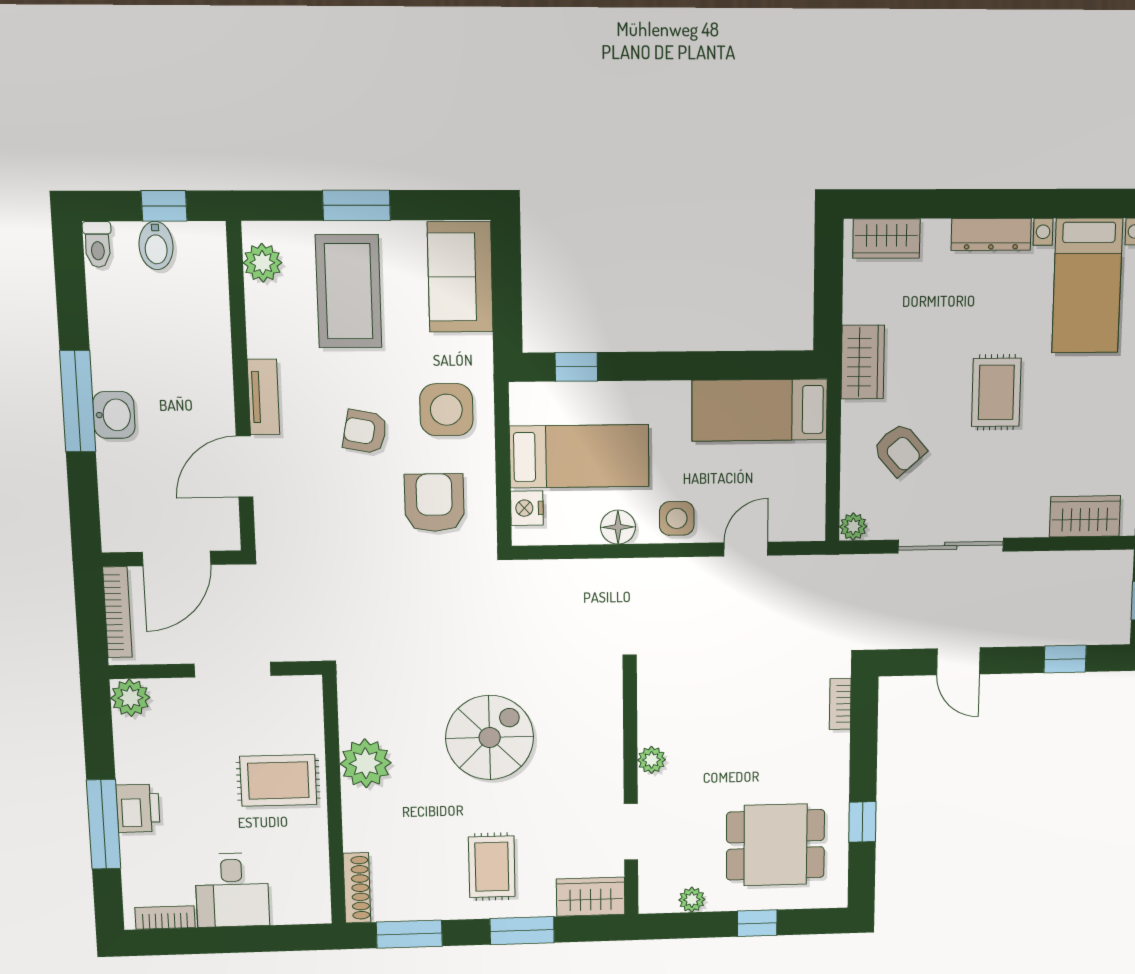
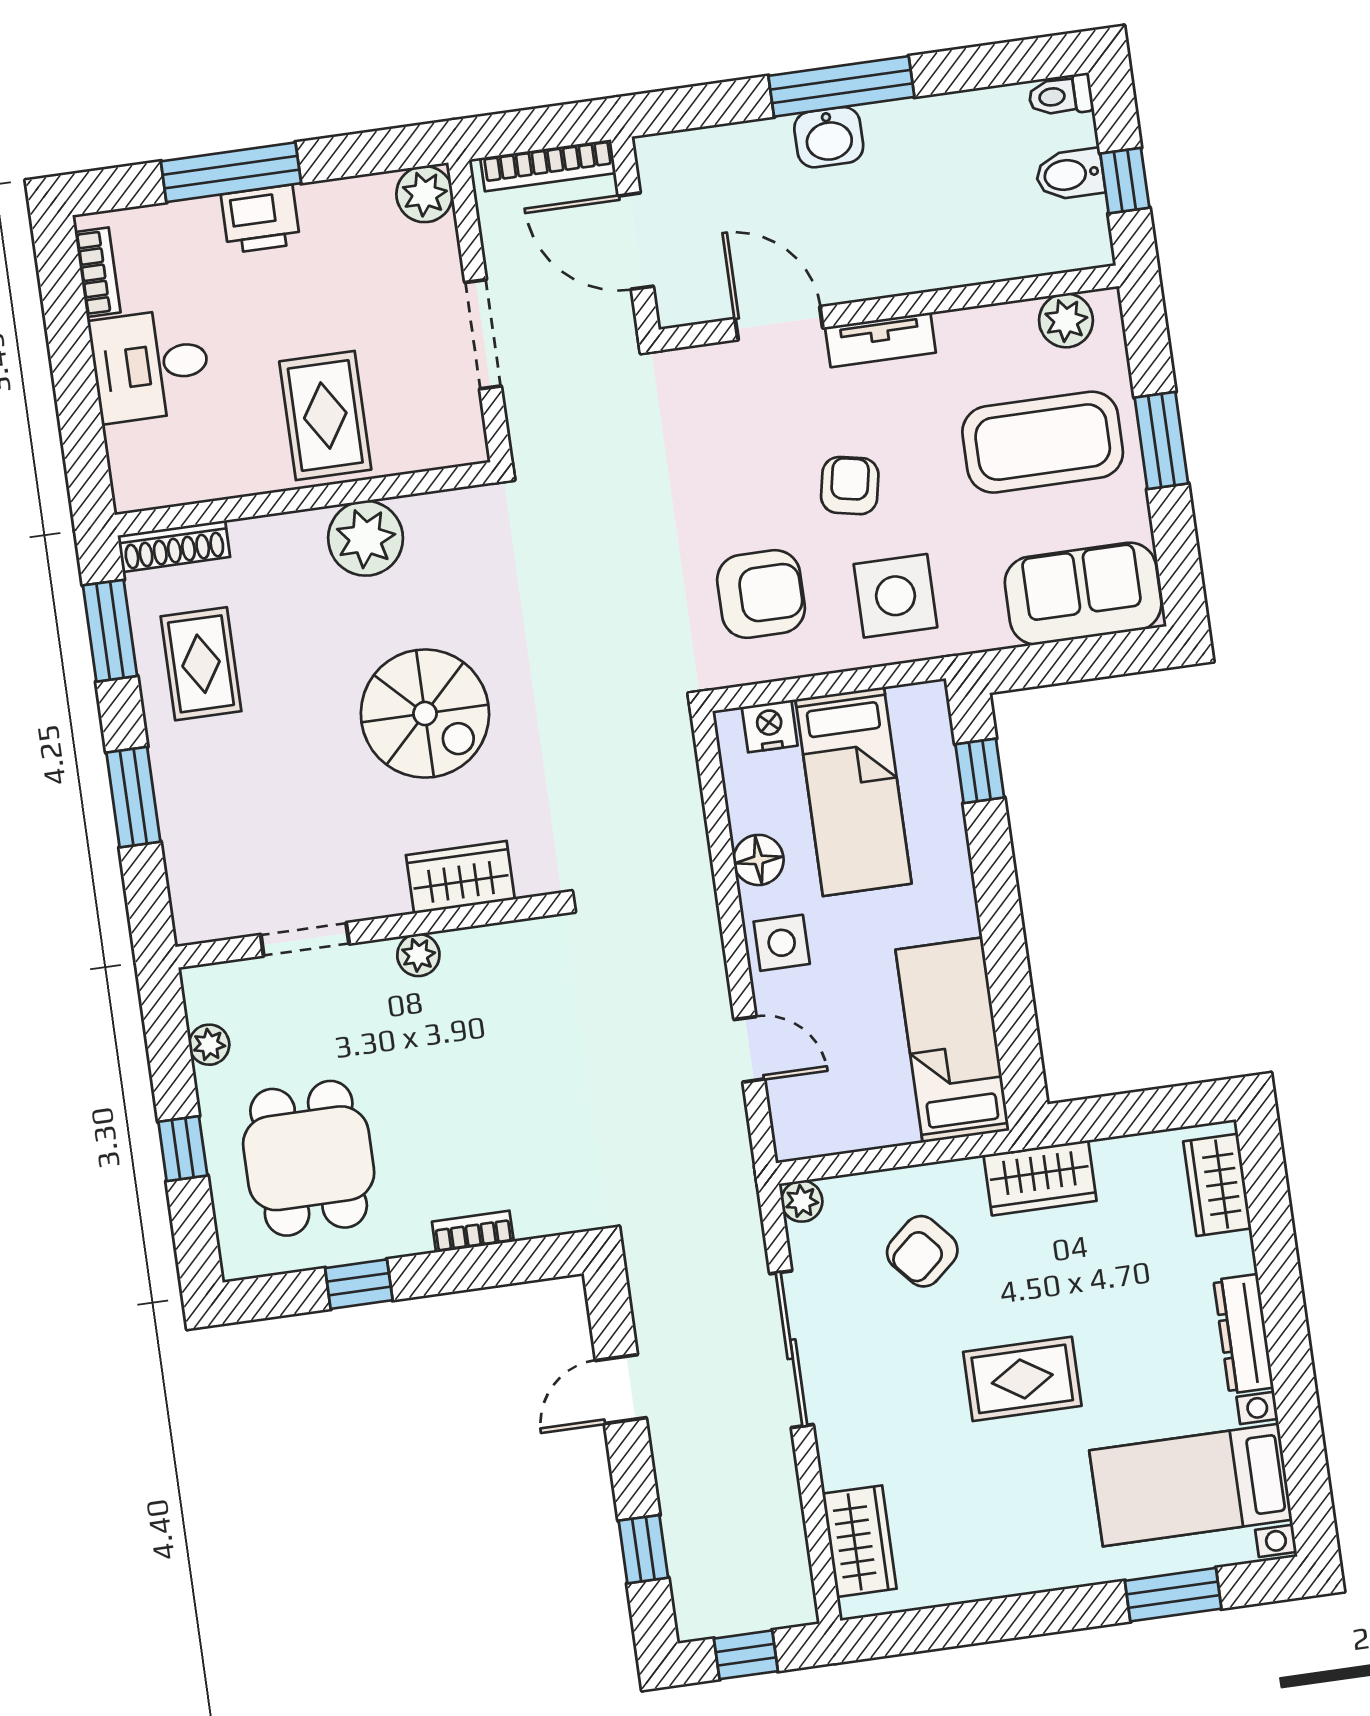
bookcase: (840, 704) -> (473, 1232), moved
rug: (492, 867) -> (201, 664), moved, turned 90
wardrobe: (591, 897) -> (460, 877), moved, turned -90

